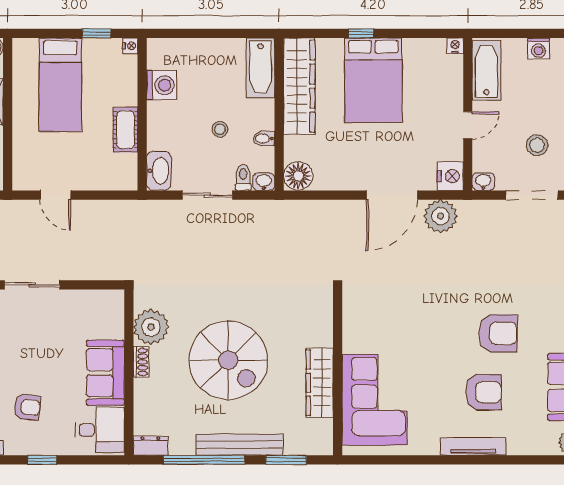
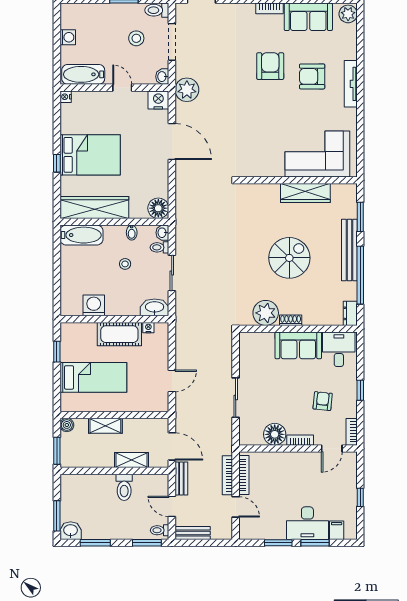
nightstand: (130, 46) -> (148, 328), moved
cot: (125, 130) -> (119, 334), width x1.37, depth x1.34
plant: (441, 216) -> (187, 90), moved
spiral stairs: (228, 360) -> (289, 258), width x0.73, depth x0.73
armchair: (484, 392) -> (312, 76), turned -90

